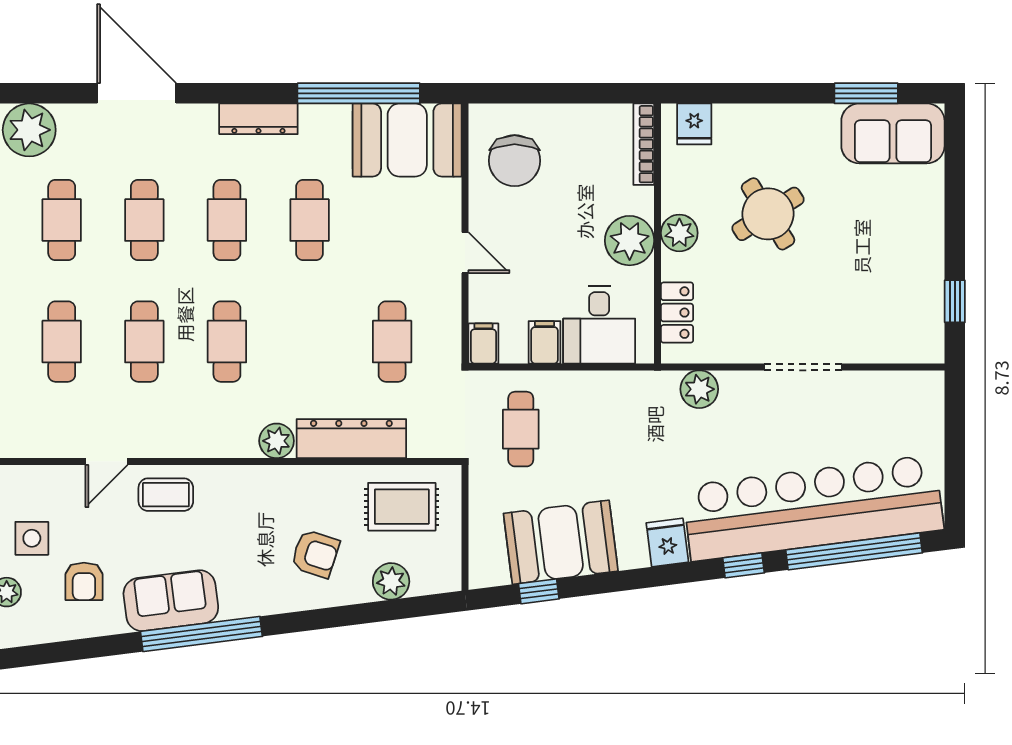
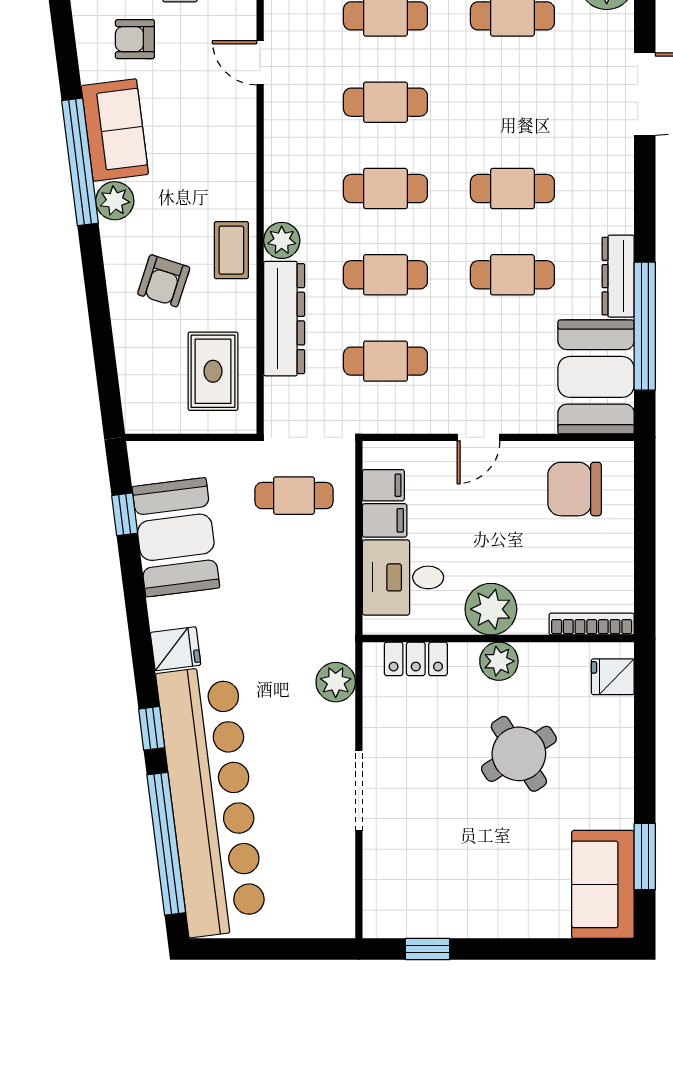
dresser: (258, 119) -> (618, 276), moved
cafe table: (144, 220) -> (385, 275), moved
filing cabinet: (483, 344) -> (383, 485), moved
coffee table: (166, 495) -> (231, 250), moved
plant: (391, 581) -> (115, 201), moved

